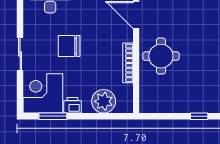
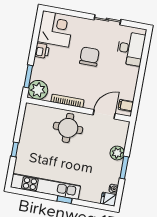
sliding door: (20, 54) -> (107, 20), moved
plant: (104, 101) -> (38, 90), moved
window: (53, 116) -> (28, 76), moved

